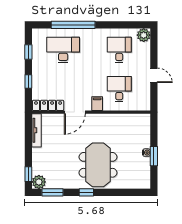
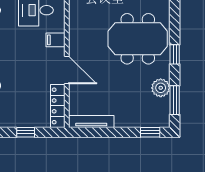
plant: (39, 182) -> (161, 88), moved

